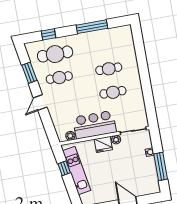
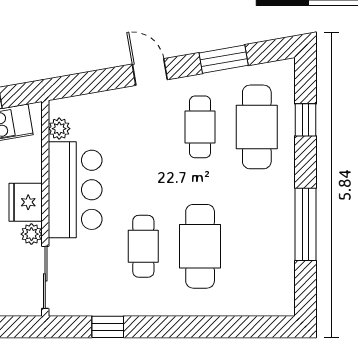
cafe table: (109, 69) -> (200, 246), width x1.37, depth x1.35
window: (149, 101) -> (108, 327), added

